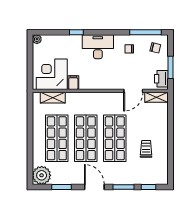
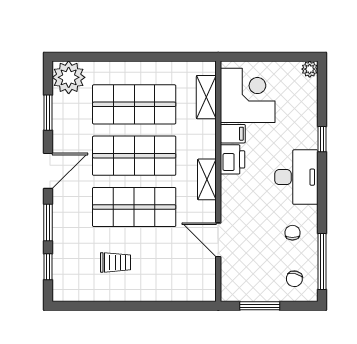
printer: (161, 79) -> (232, 159), moved, turned 90
shelving: (156, 97) -> (207, 179), moved

